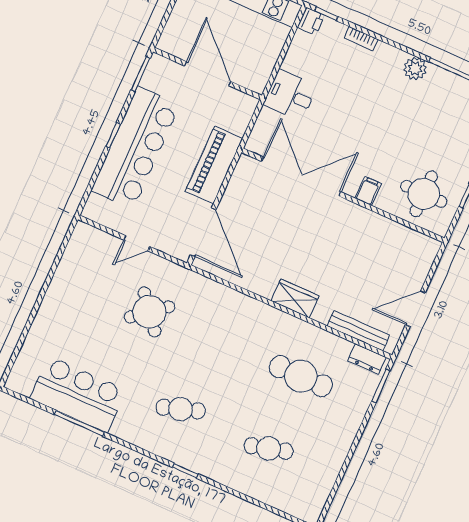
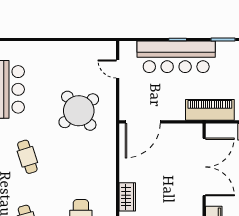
piano: (214, 165) -> (210, 110), moved
door: (137, 243) -> (118, 69), moved
round table: (149, 312) -> (79, 111), width x1.36, depth x1.36

